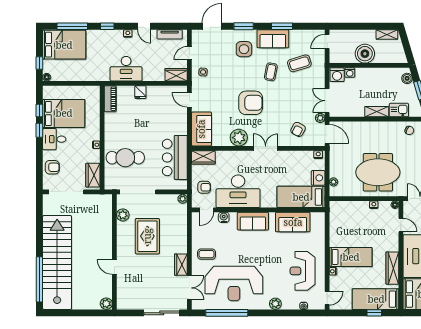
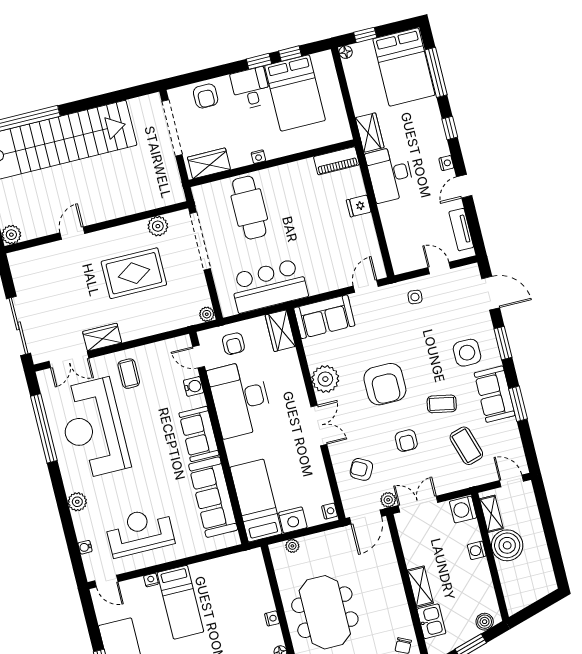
shelving: (387, 34) -> (491, 514), moved
washing machine: (350, 73) -> (477, 550), moved
wardrobe: (176, 75) -> (370, 133), moved
armchair: (287, 98) -> (406, 441), added
sofa: (293, 222) -> (213, 497), width x1.36

